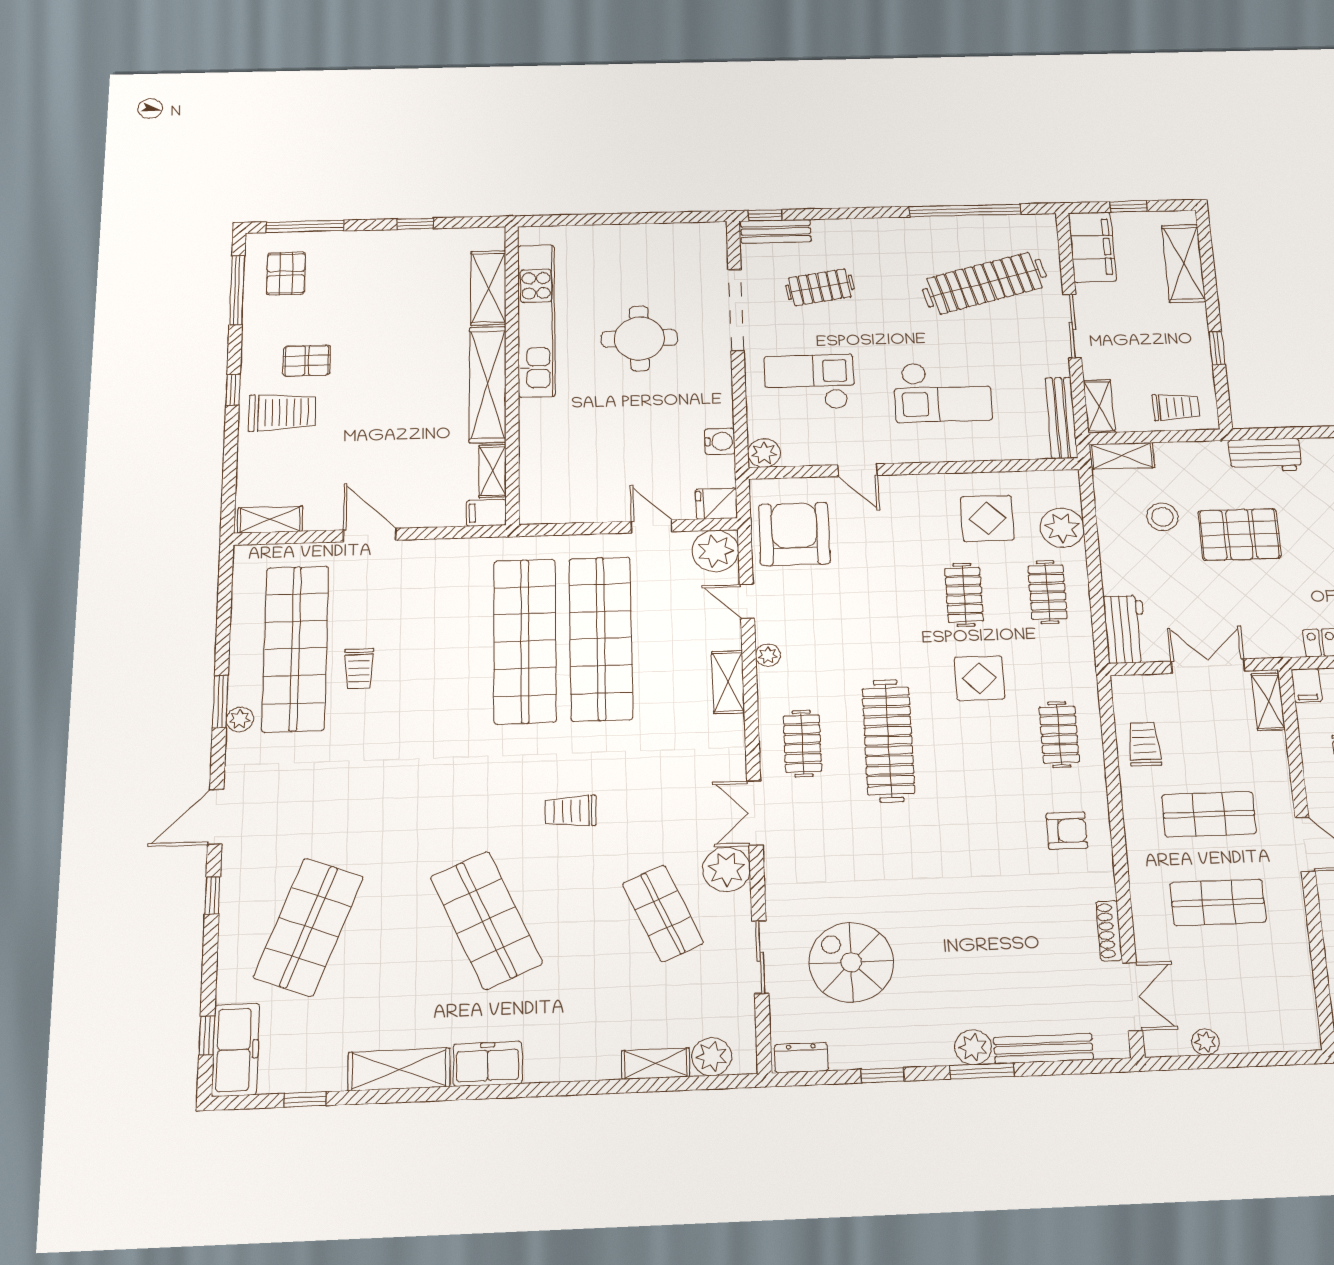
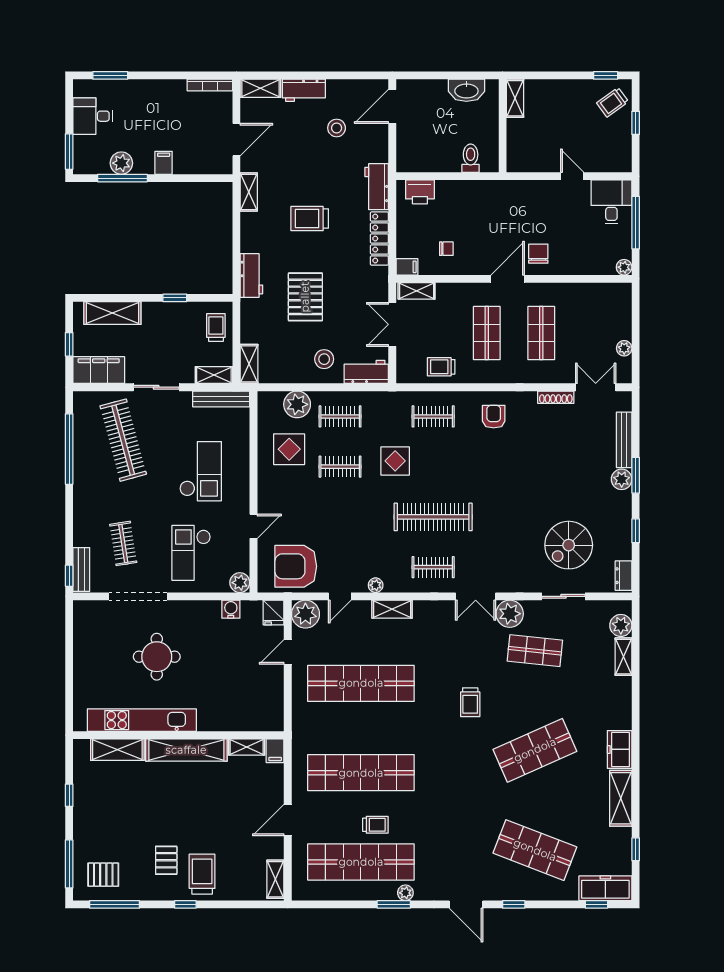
stool: (1162, 517) -> (324, 359), moved
shop shelf: (525, 641) -> (361, 773), moved
shop shelf: (663, 913) -> (535, 651), turned 30

